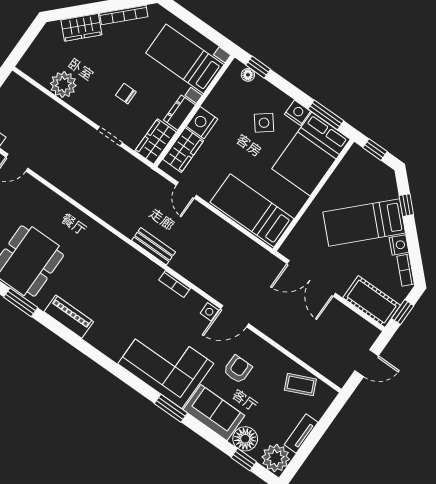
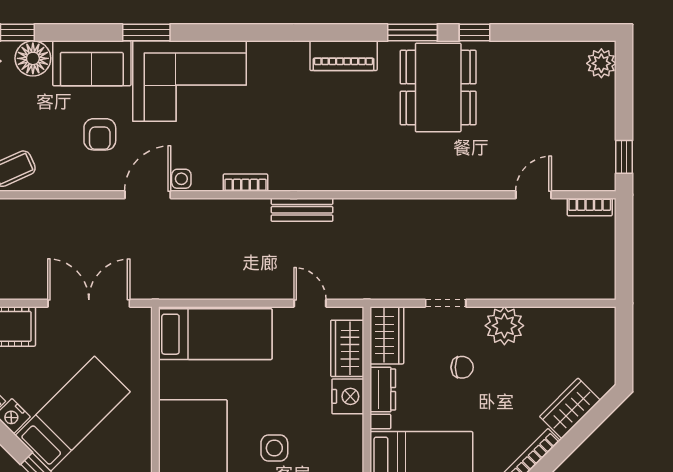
plant: (63, 85) -> (504, 326), moved
side table: (264, 123) -> (274, 448), turned 38

